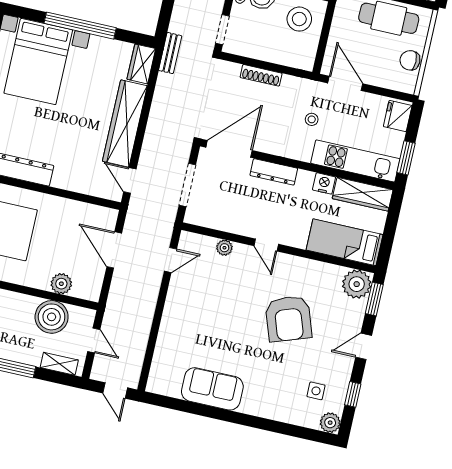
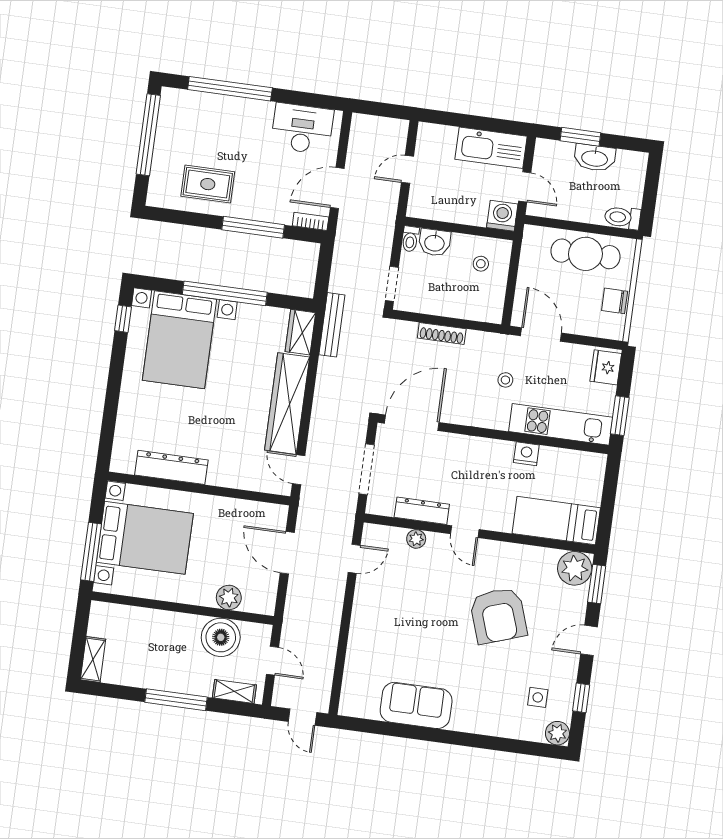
stool: (299, 19) -> (481, 264), width x0.53, depth x0.53
bench: (170, 53) -> (332, 325), width x1.36
dresser: (274, 172) -> (422, 511), moved, turned 180
wardrobe: (363, 194) -> (573, 462), removed

